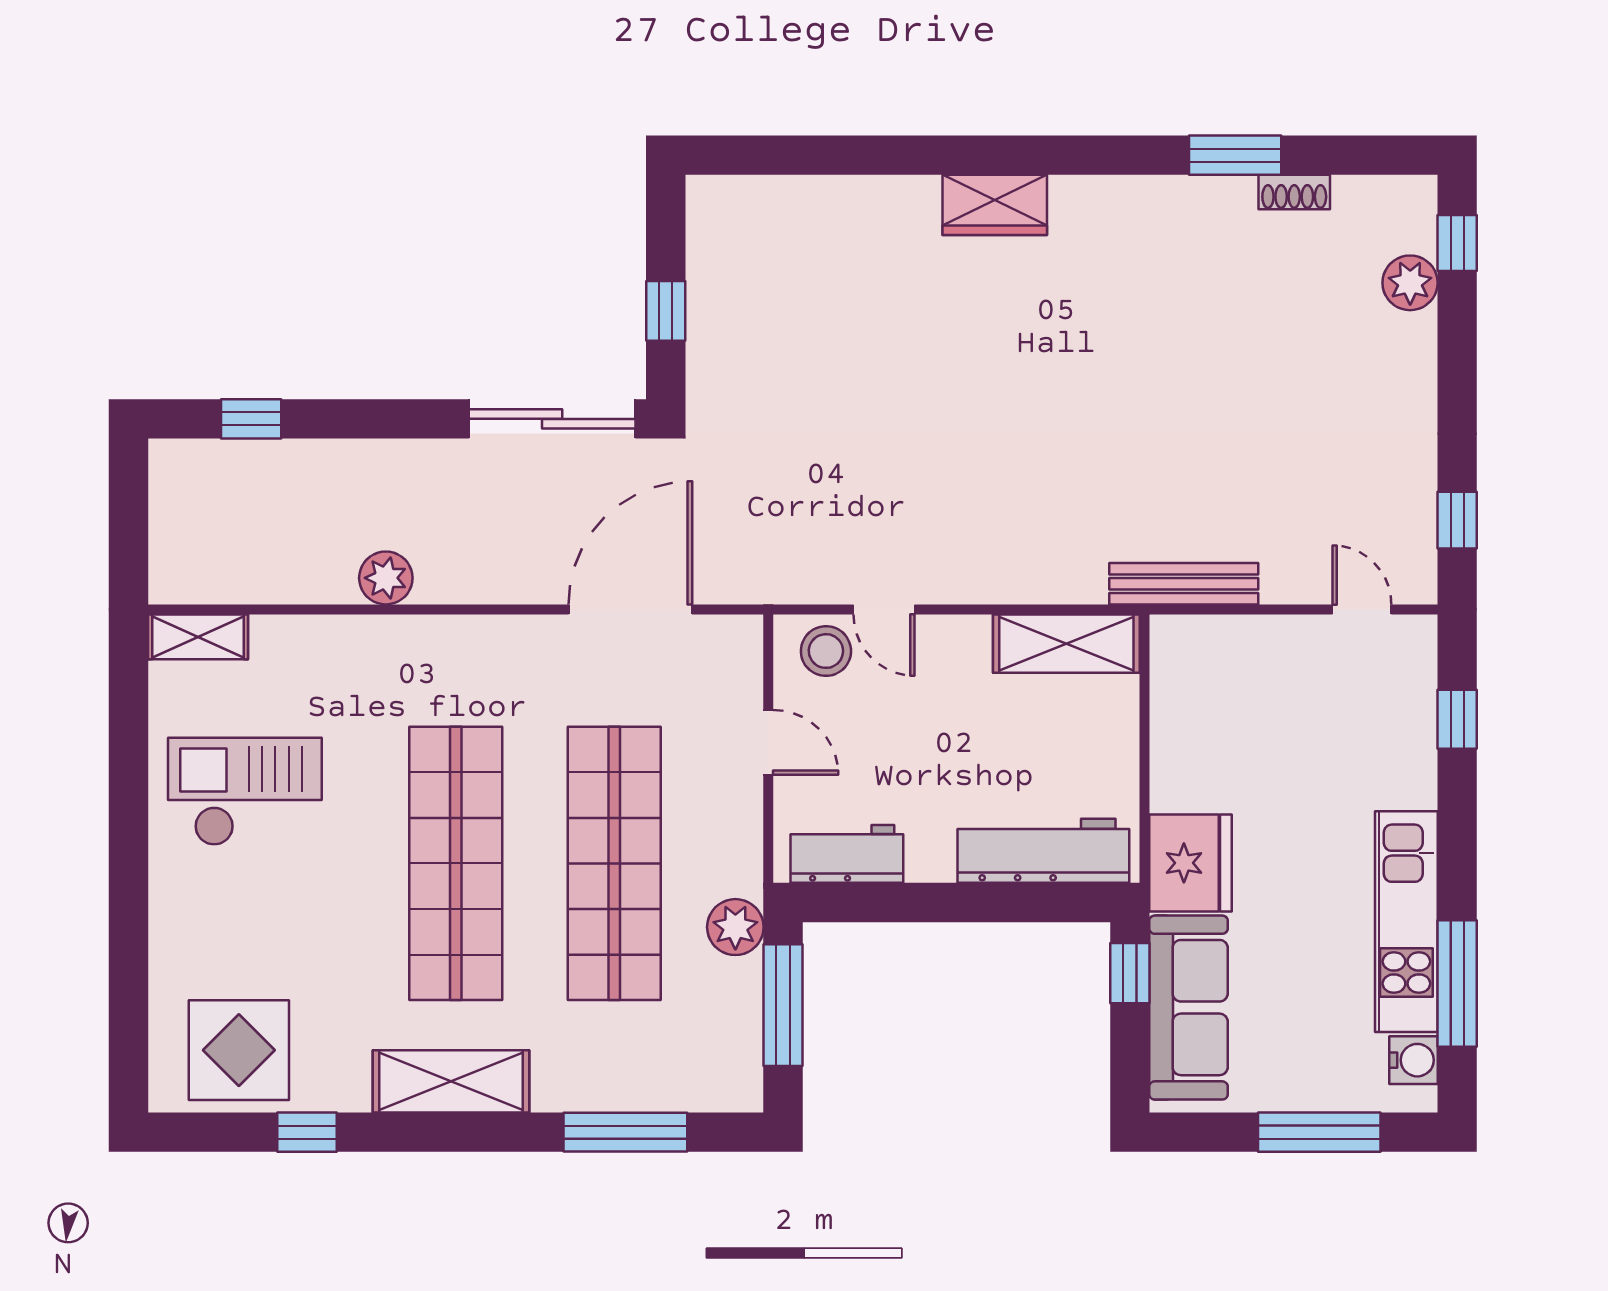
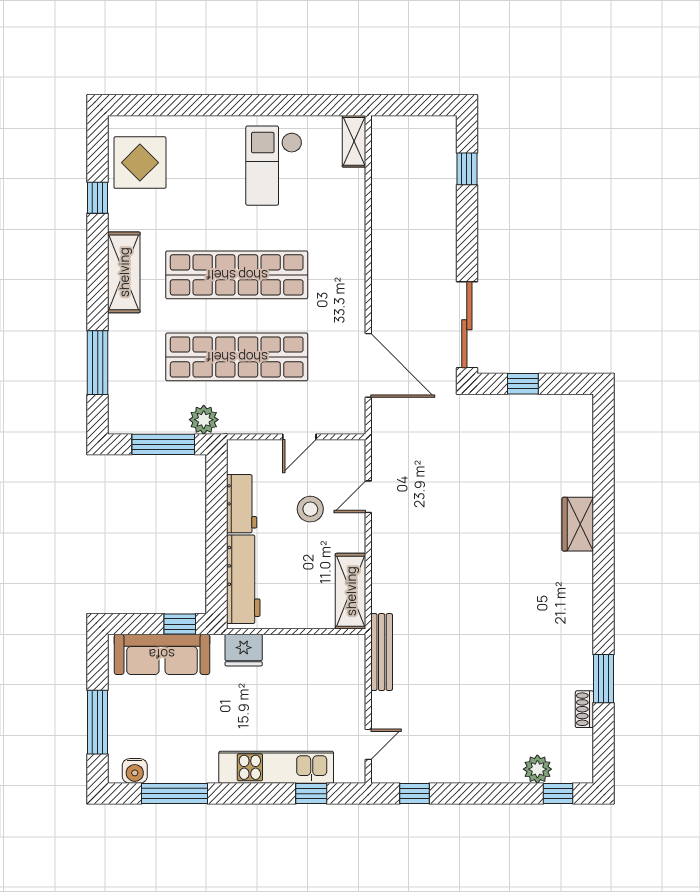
wardrobe: (995, 205) -> (578, 524), moved
plant: (386, 578) -> (385, 239), removed
stool: (826, 651) -> (310, 509), moved
checkout: (245, 792) -> (274, 166), turned 180
workbench: (847, 854) -> (242, 504), moved
fridge: (1191, 863) -> (244, 650), width x0.73, depth x0.75
kitchen unit: (1406, 922) -> (276, 767), moved

